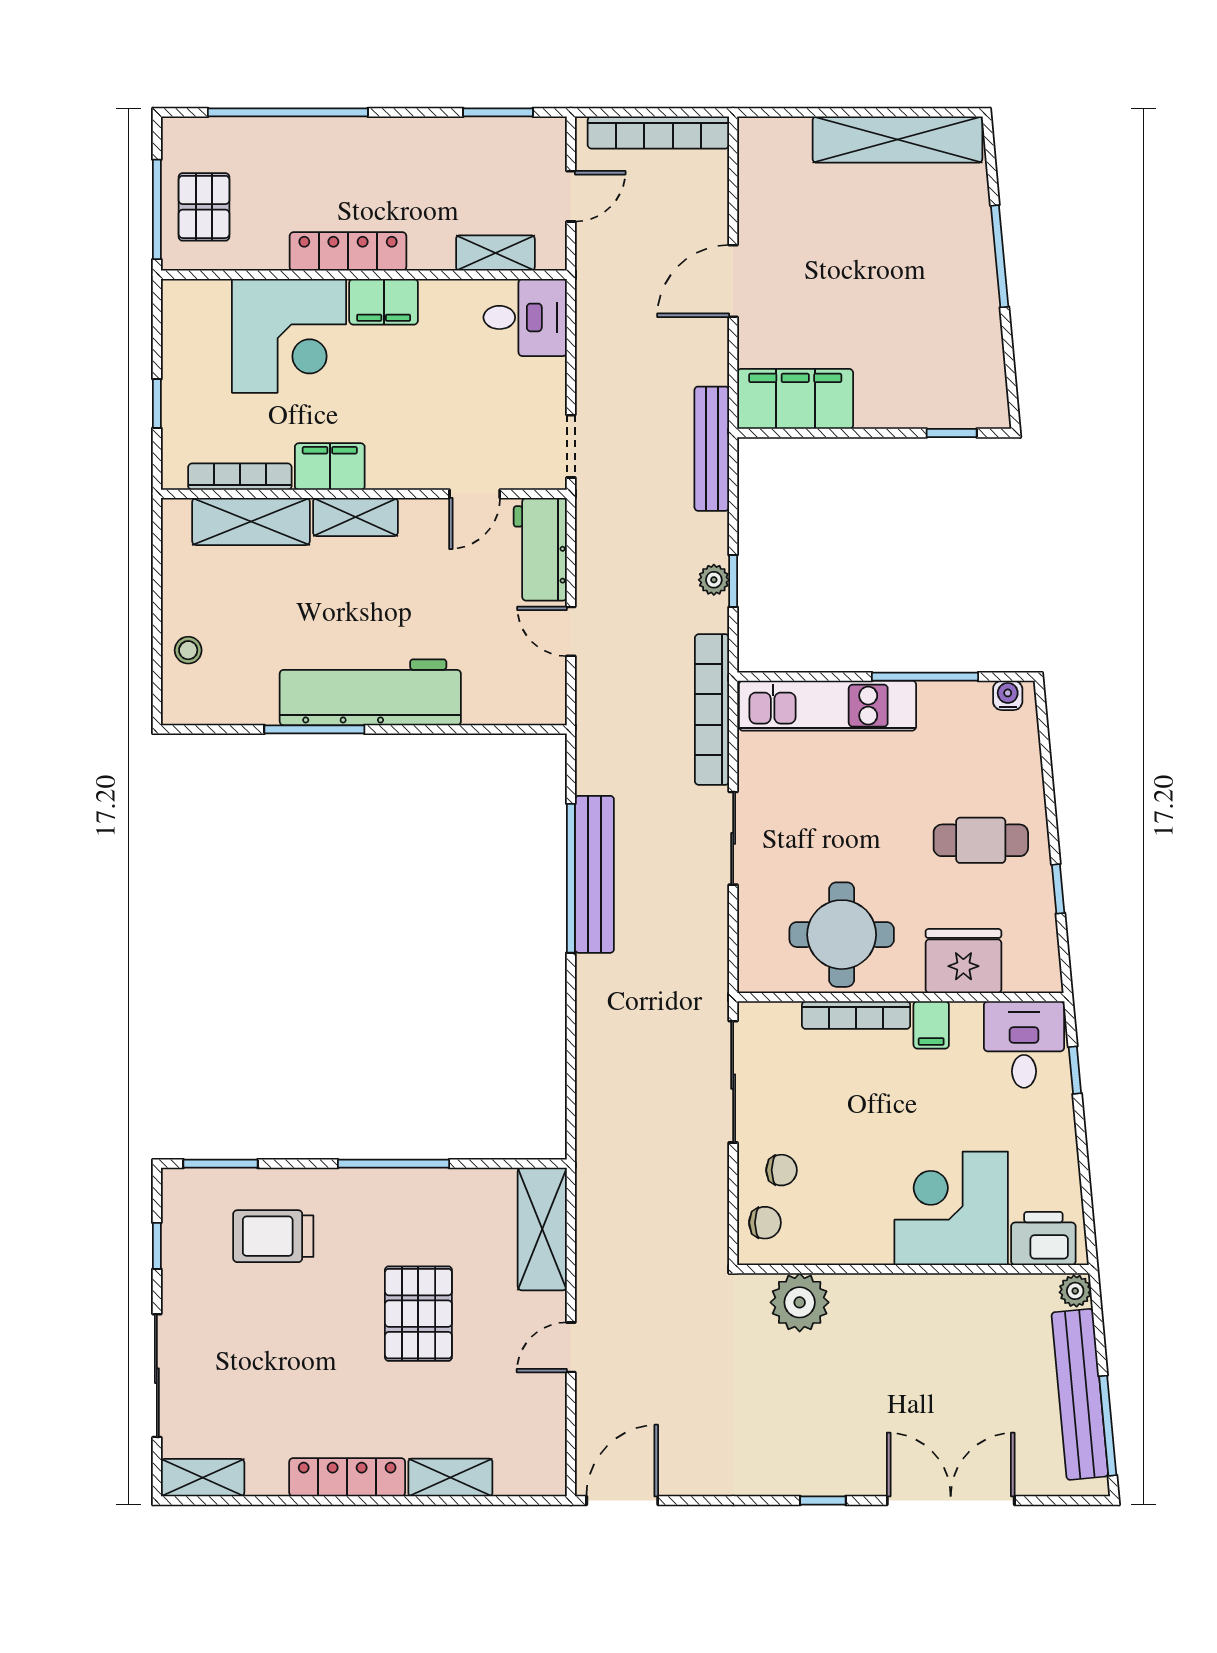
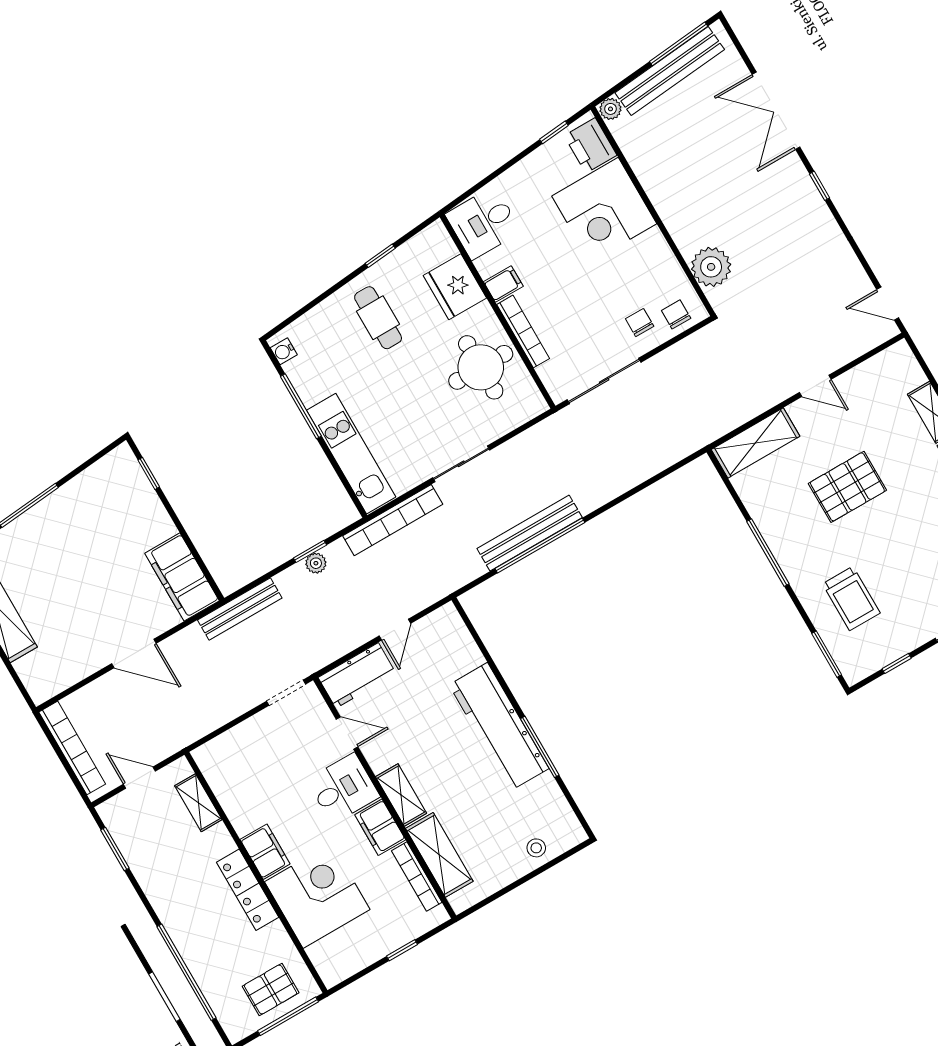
desk: (525, 317) -> (343, 788), moved, turned 90
window: (1075, 1070) -> (554, 132), moved
door: (622, 1500) -> (888, 304), width x0.73

